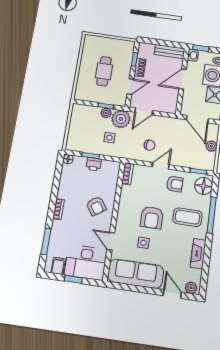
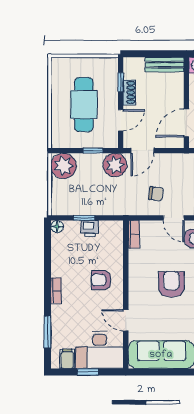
cafe table: (104, 71) -> (84, 105), width x1.37, depth x1.35
door: (183, 79) -> (186, 123), moved
plant: (106, 113) -> (64, 166), moved, width x1.88, depth x1.88
side table: (109, 138) -> (104, 191), removed
door: (161, 166) -> (174, 218), swing flipped
armchair: (96, 206) -> (101, 280), turned 124
armchair: (152, 218) -> (171, 284), turned 180
side table: (144, 243) -> (166, 316), removed

